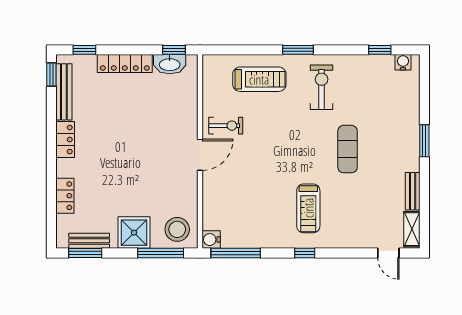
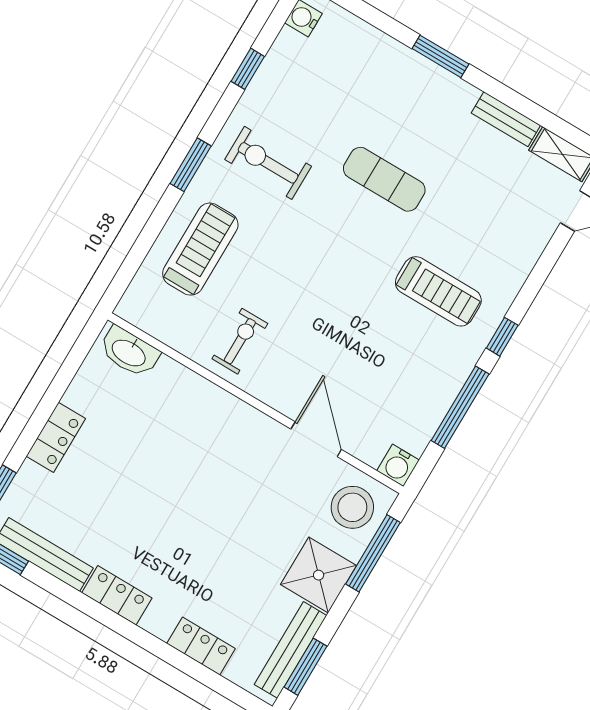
window: (174, 50) -> (79, 351), removed
window: (380, 50) -> (248, 69), moved
locker: (125, 63) -> (56, 437), width x0.66
washbasin: (170, 64) -> (129, 352), moved, turned 90
door: (200, 155) -> (316, 439), moved
bench: (89, 241) -> (290, 650), width x1.36
window: (236, 253) -> (460, 407), moved

